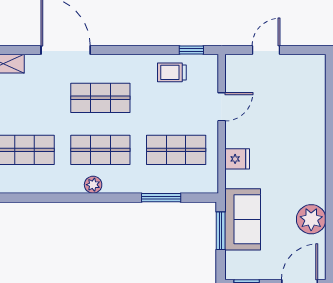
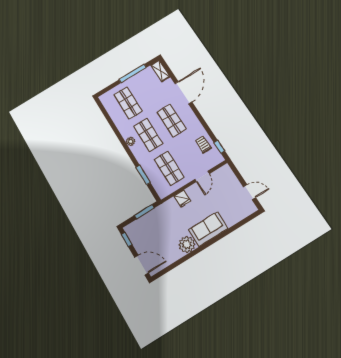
door: (266, 50) -> (250, 192), moved
door: (222, 107) -> (202, 176), hinge flipped
sofa: (243, 219) -> (208, 229), moved, turned 180
plant: (311, 219) -> (187, 244), moved

